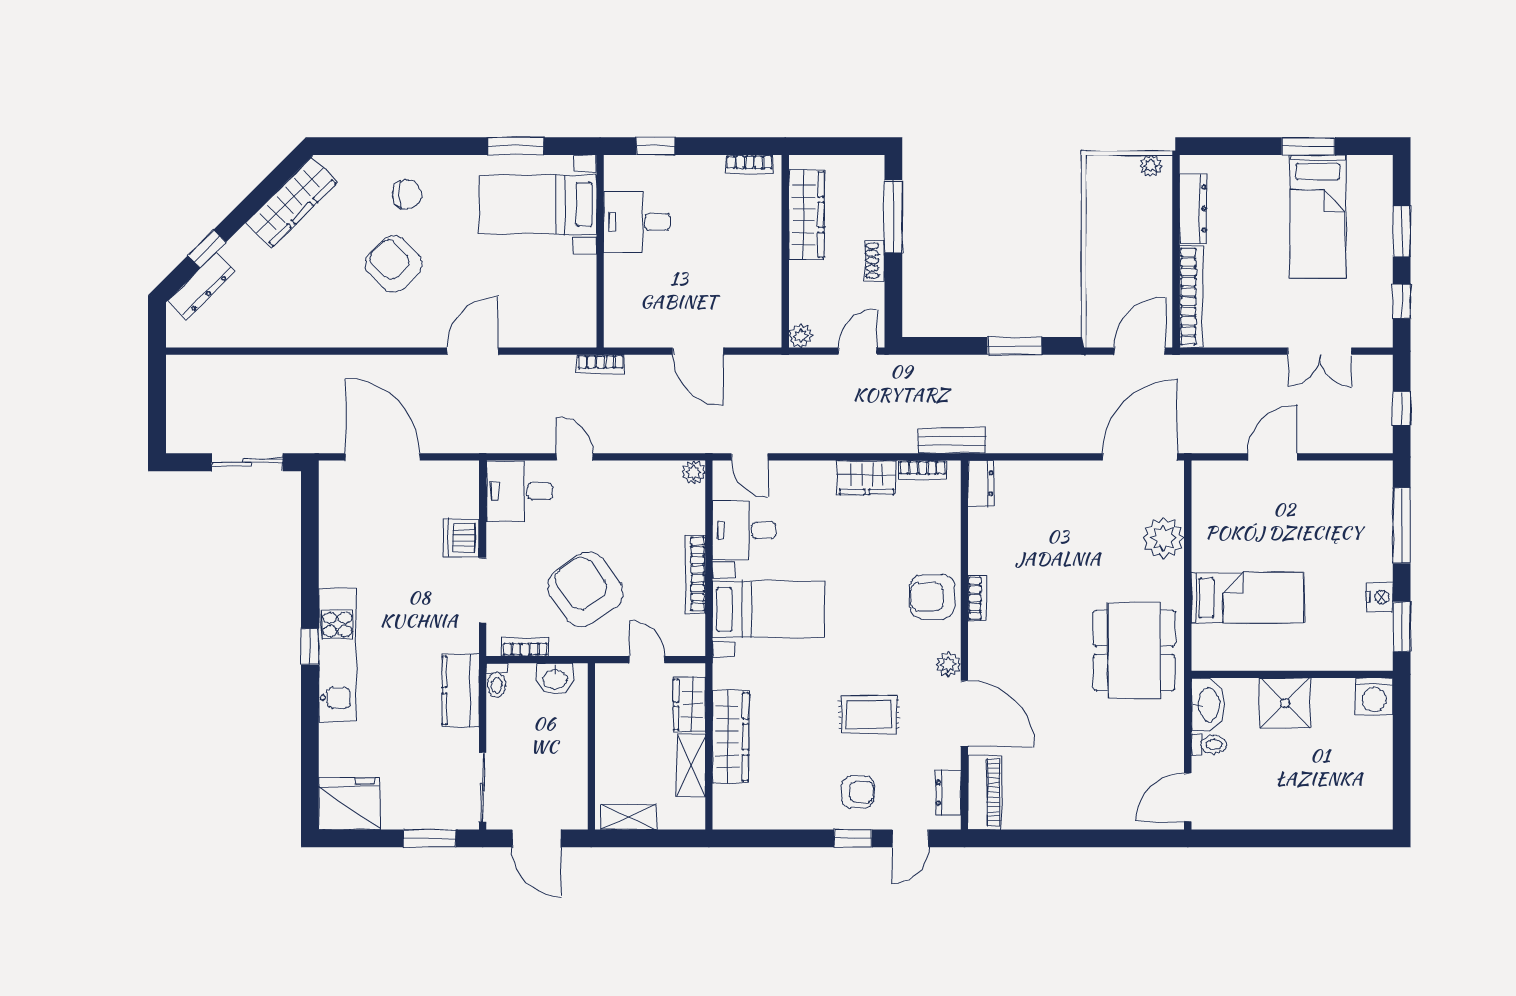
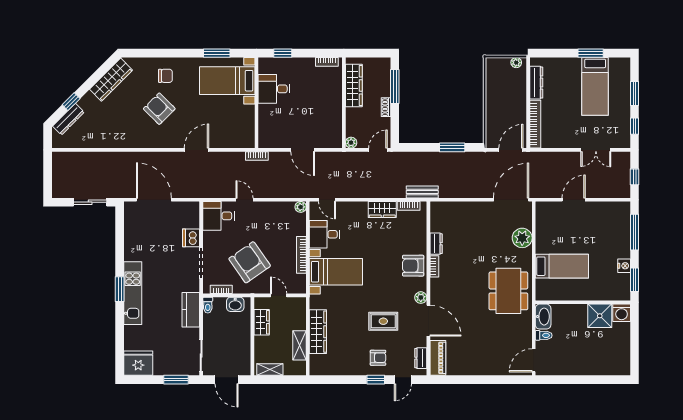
dresser: (981, 483) -> (436, 244), moved
window: (310, 647) -> (120, 289), width x1.50
shower: (1285, 703) -> (600, 316), moved
wardrobe: (689, 704) -> (262, 322), moved, turned 180

